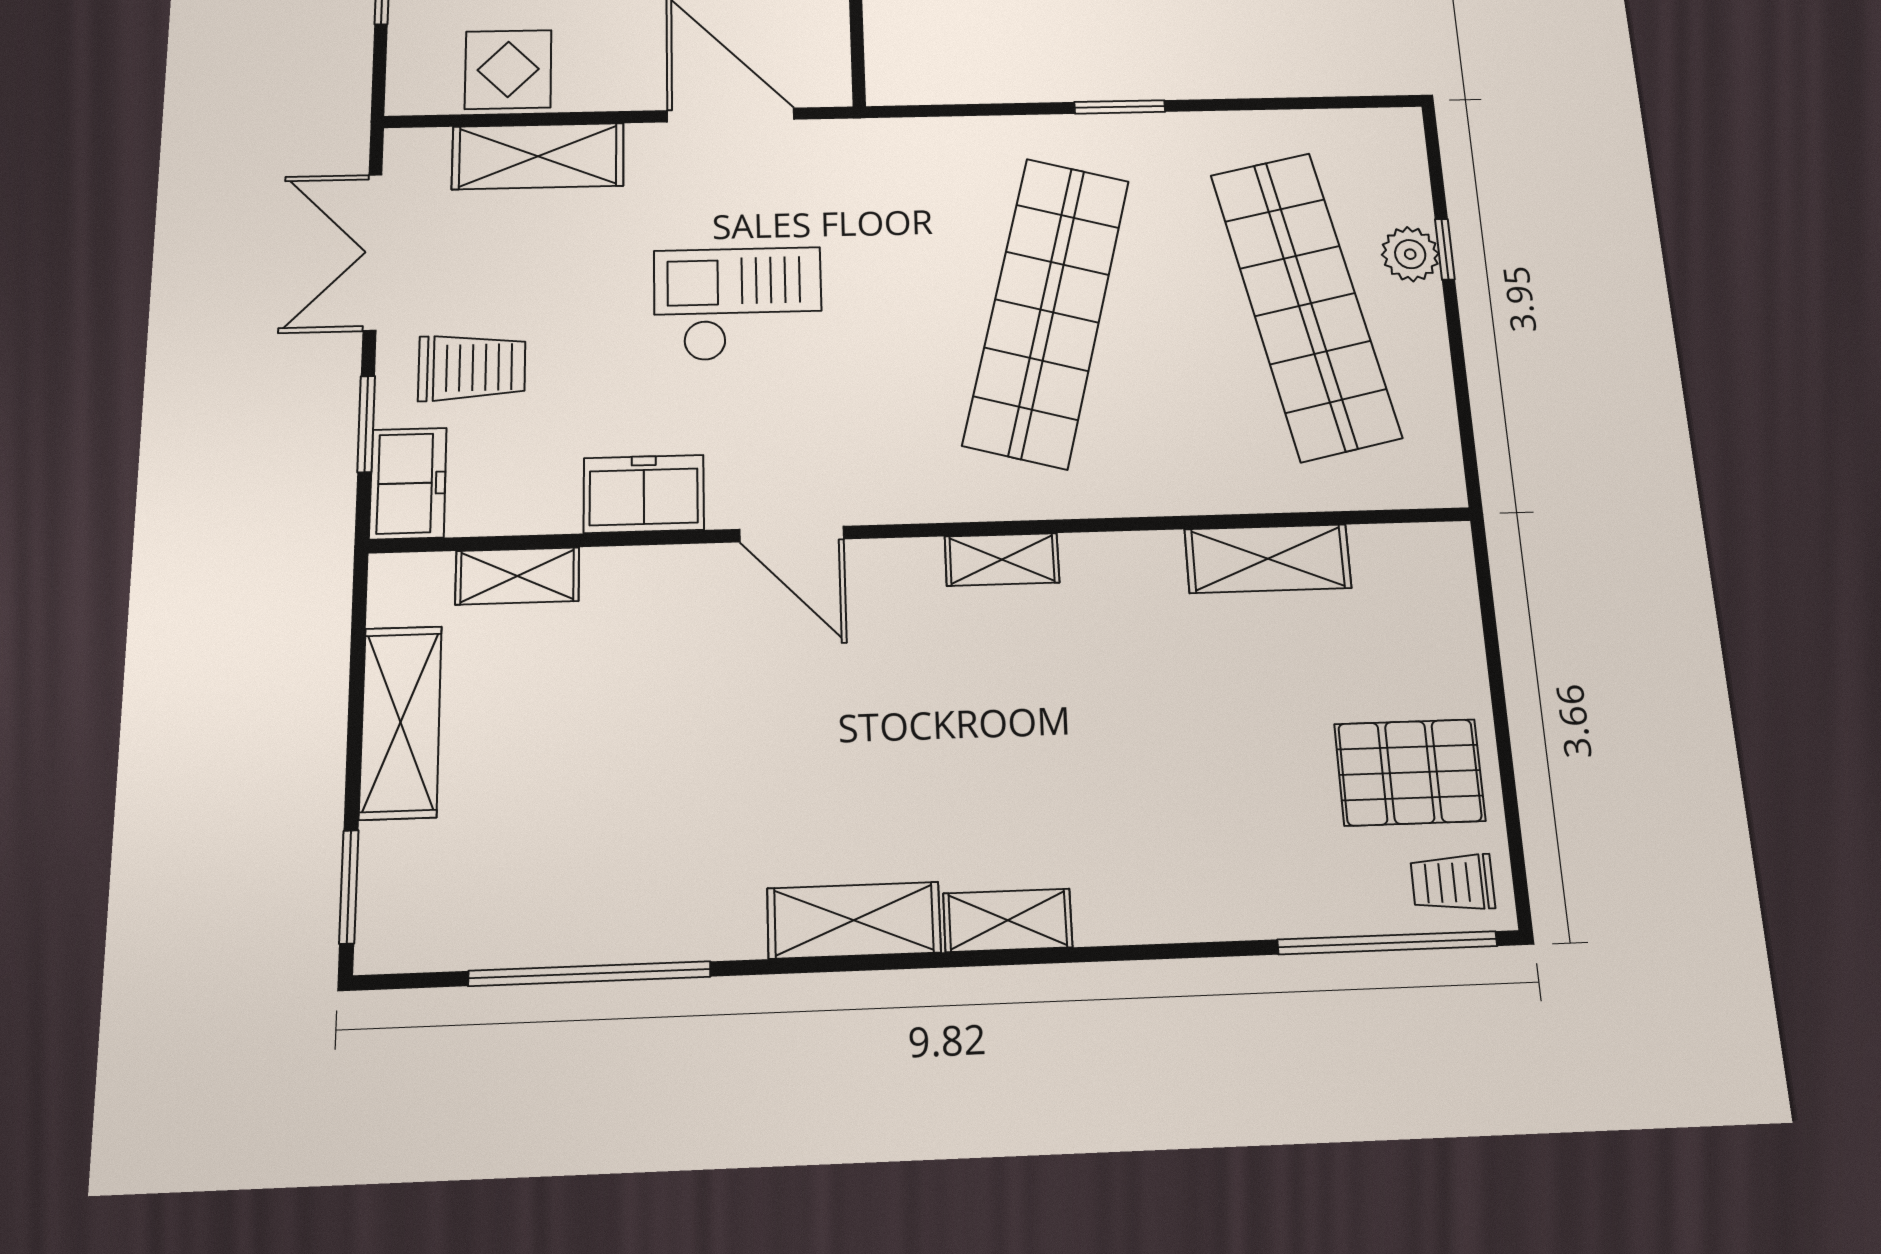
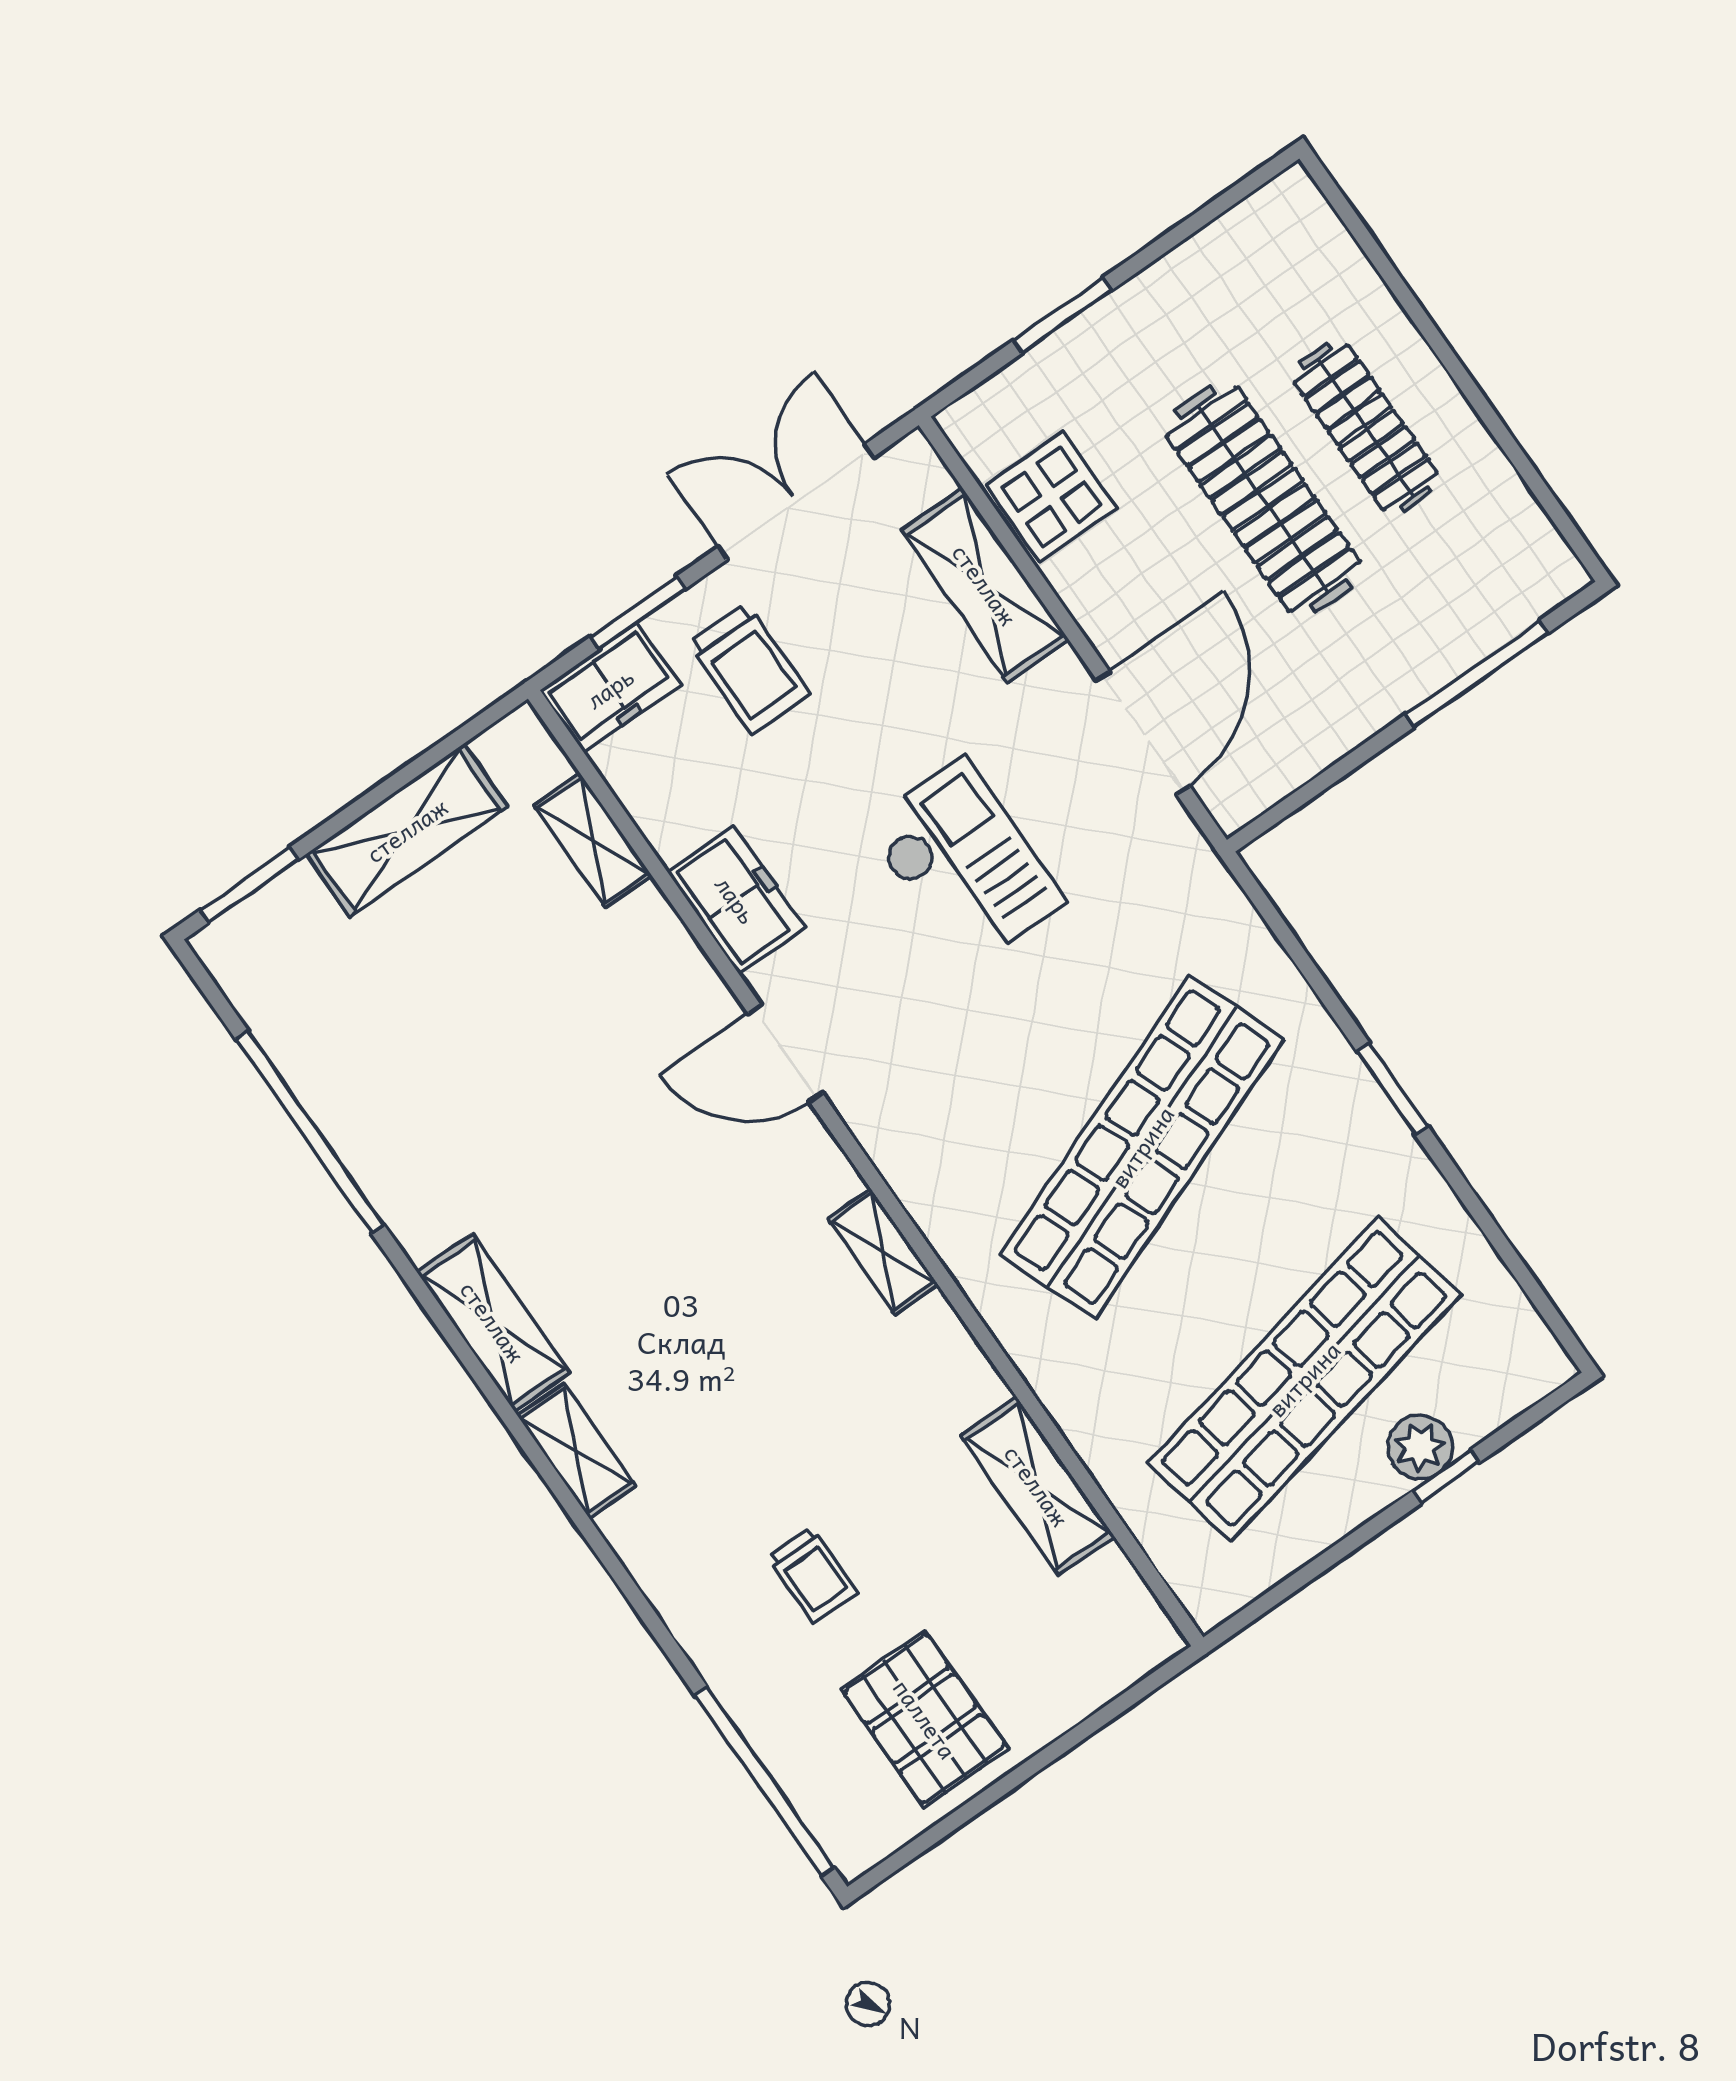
shop shelf: (1047, 311) -> (1142, 1147), turned -36
door: (792, 534) -> (785, 1053), hinge flipped
trolley: (1453, 882) -> (812, 1575), moved, turned 180

